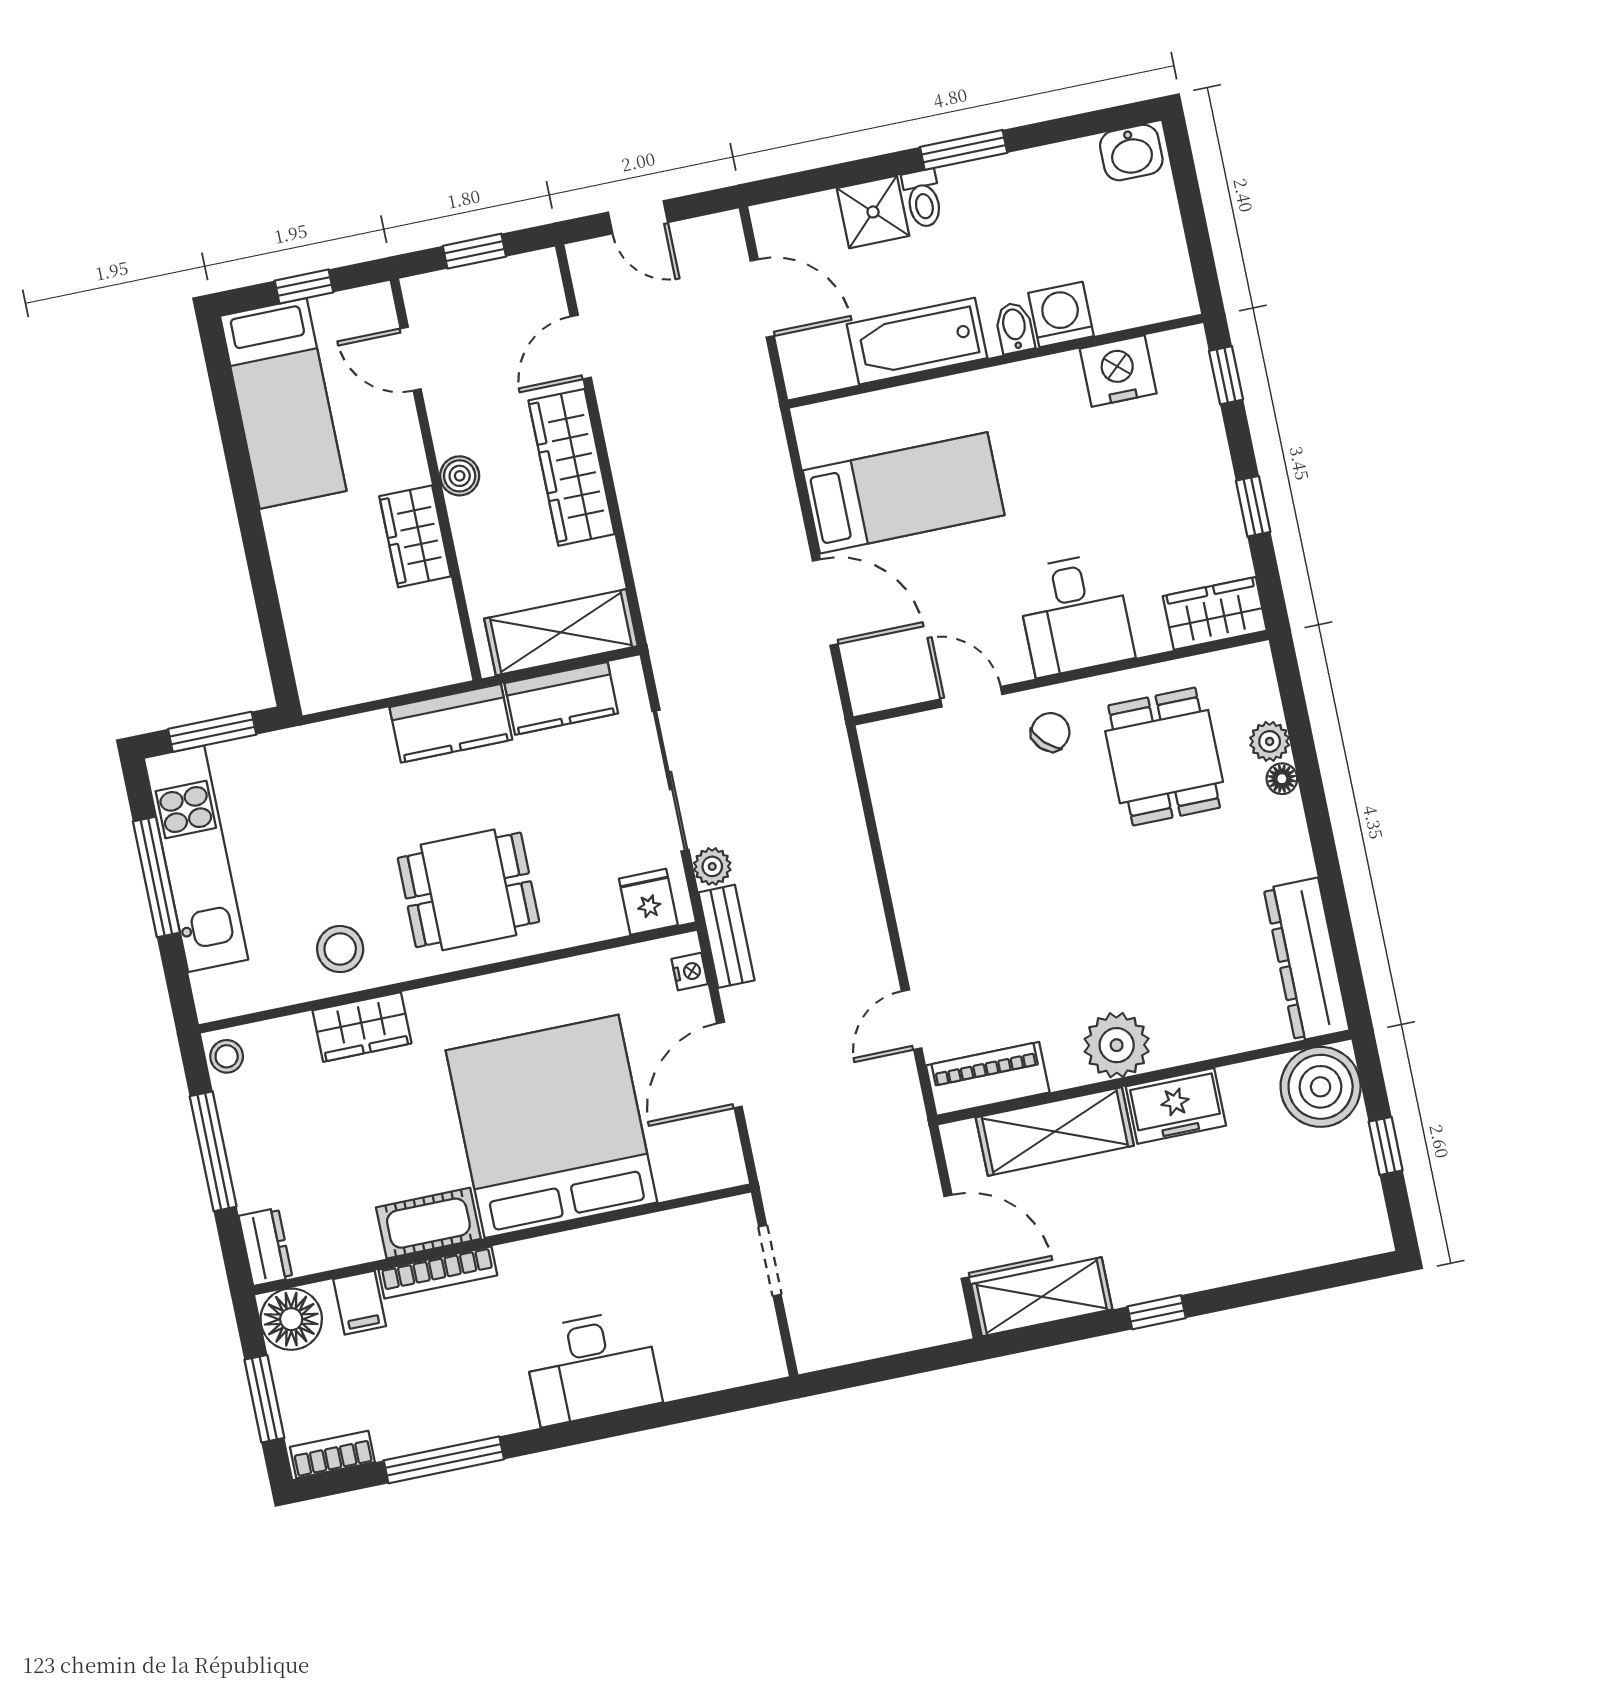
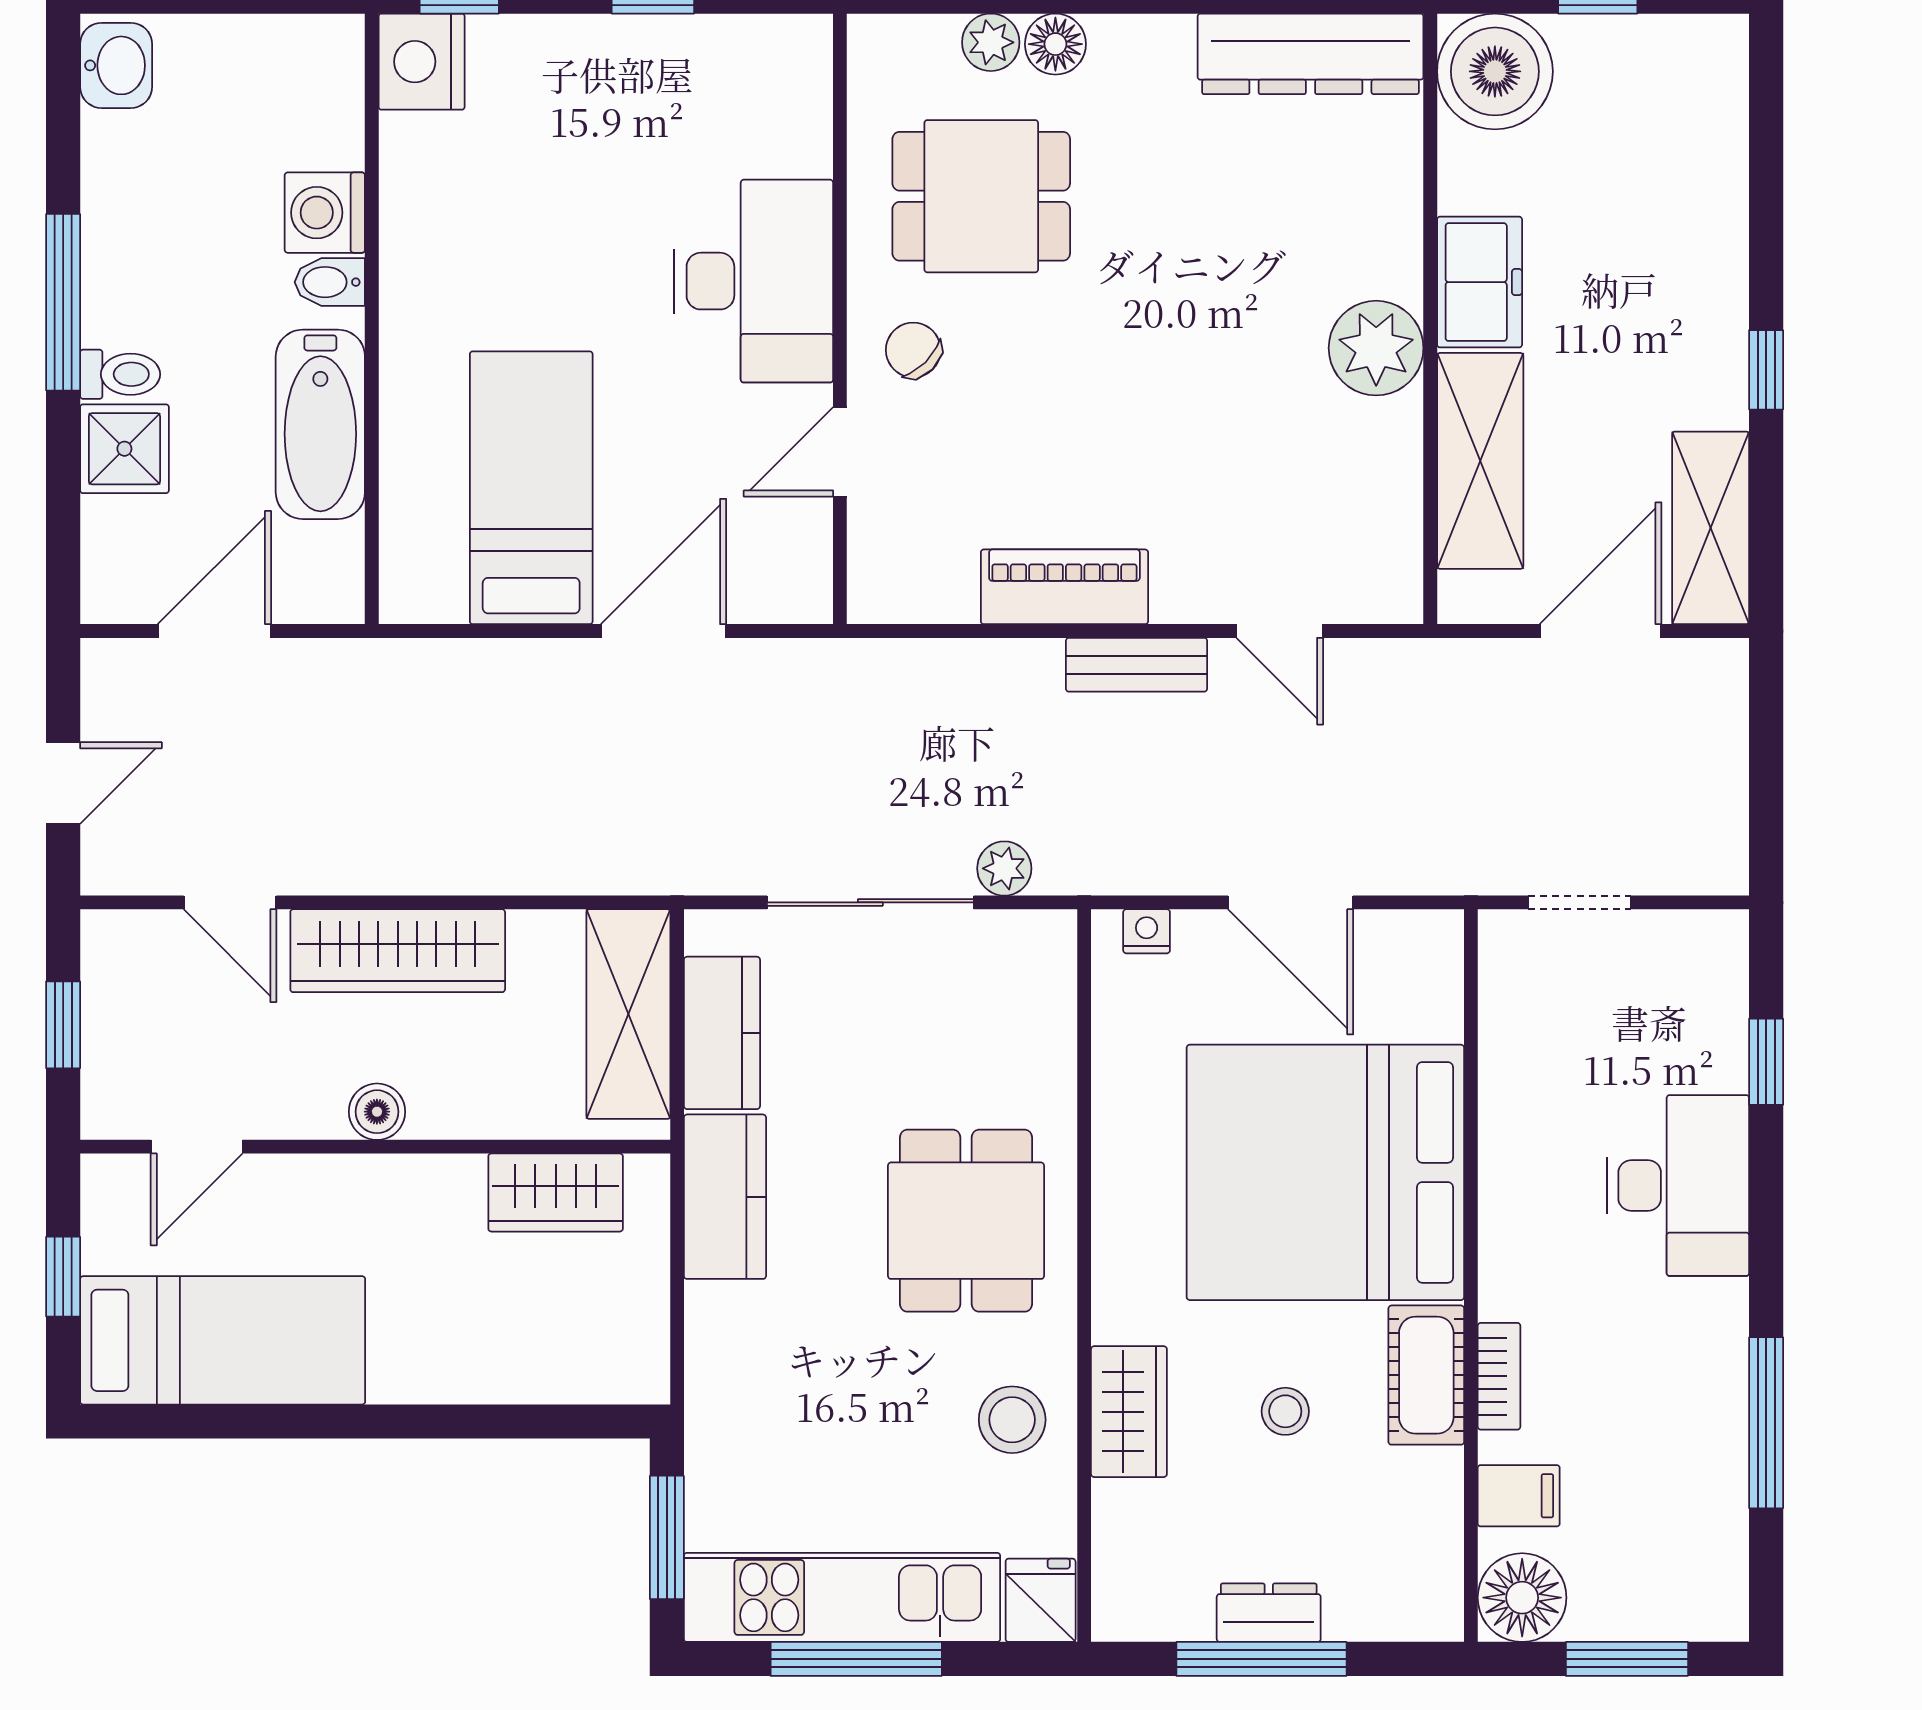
window: (964, 150) -> (63, 302), width x1.44
nightstand: (1118, 371) -> (422, 62), moved
wardrobe: (415, 536) -> (556, 1192), moved
wardrobe: (1215, 613) -> (793, 82), removed
desk: (1075, 614) -> (753, 281), width x1.37
floor lamp: (1282, 779) -> (1055, 44), width x1.37, depth x1.37
fridge: (648, 902) -> (1041, 1600), moved, turned 90
bench: (727, 936) -> (1137, 665), moved
stool: (227, 1056) -> (1285, 1411), moved
piano: (988, 1079) -> (1064, 587), moved, turned 90
dresser: (266, 1247) -> (1269, 1613), moved
bookcase: (438, 1273) -> (1499, 1376), width x0.64
window: (688, 1409) -> (1766, 1062), added
bookcase: (332, 1455) -> (1726, 1579), removed

